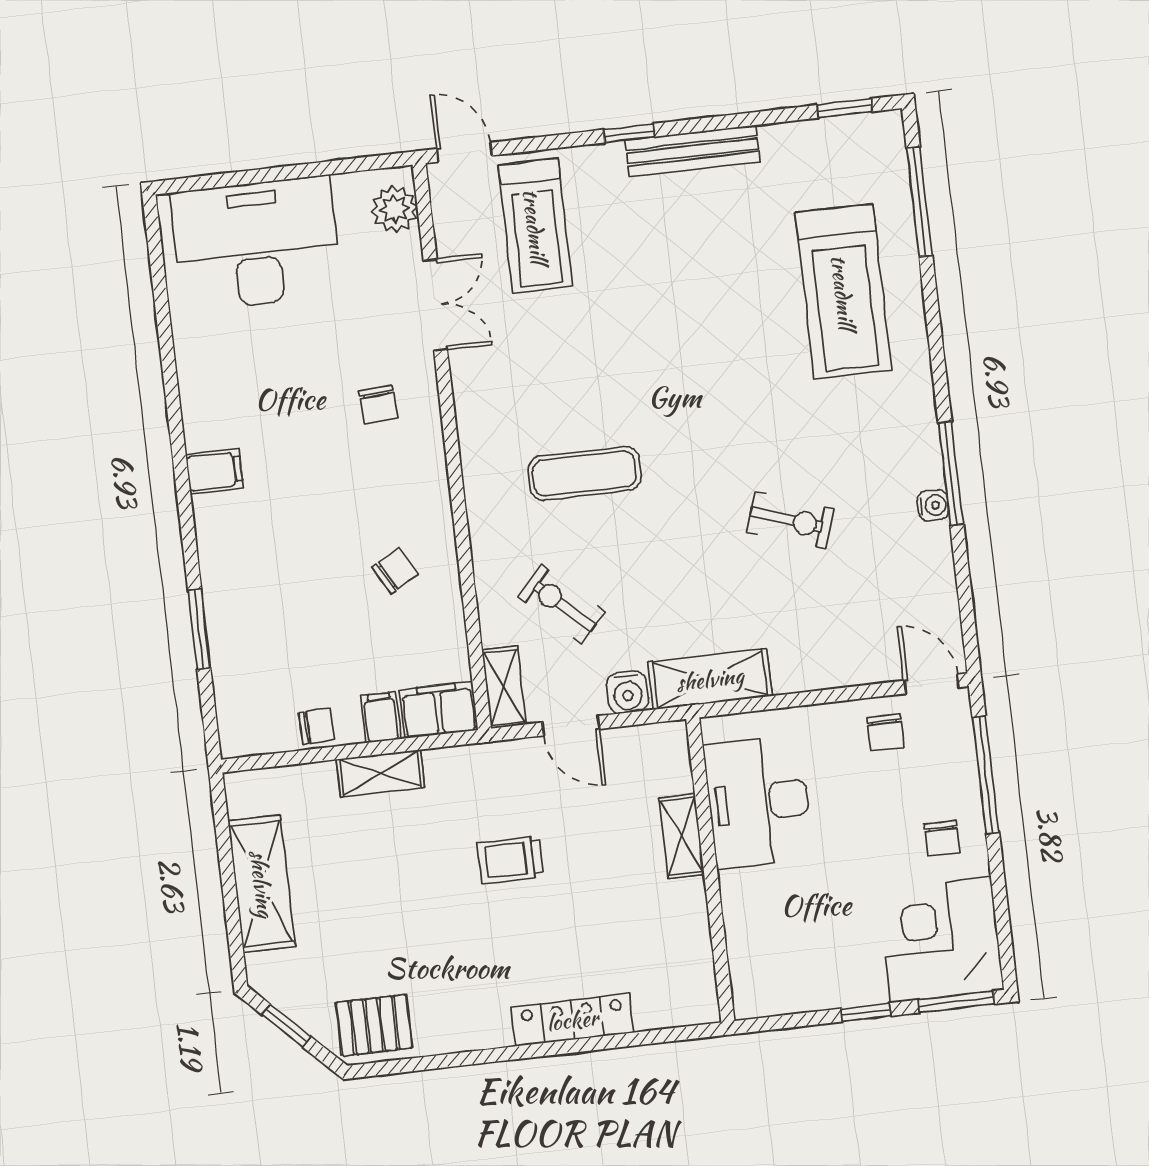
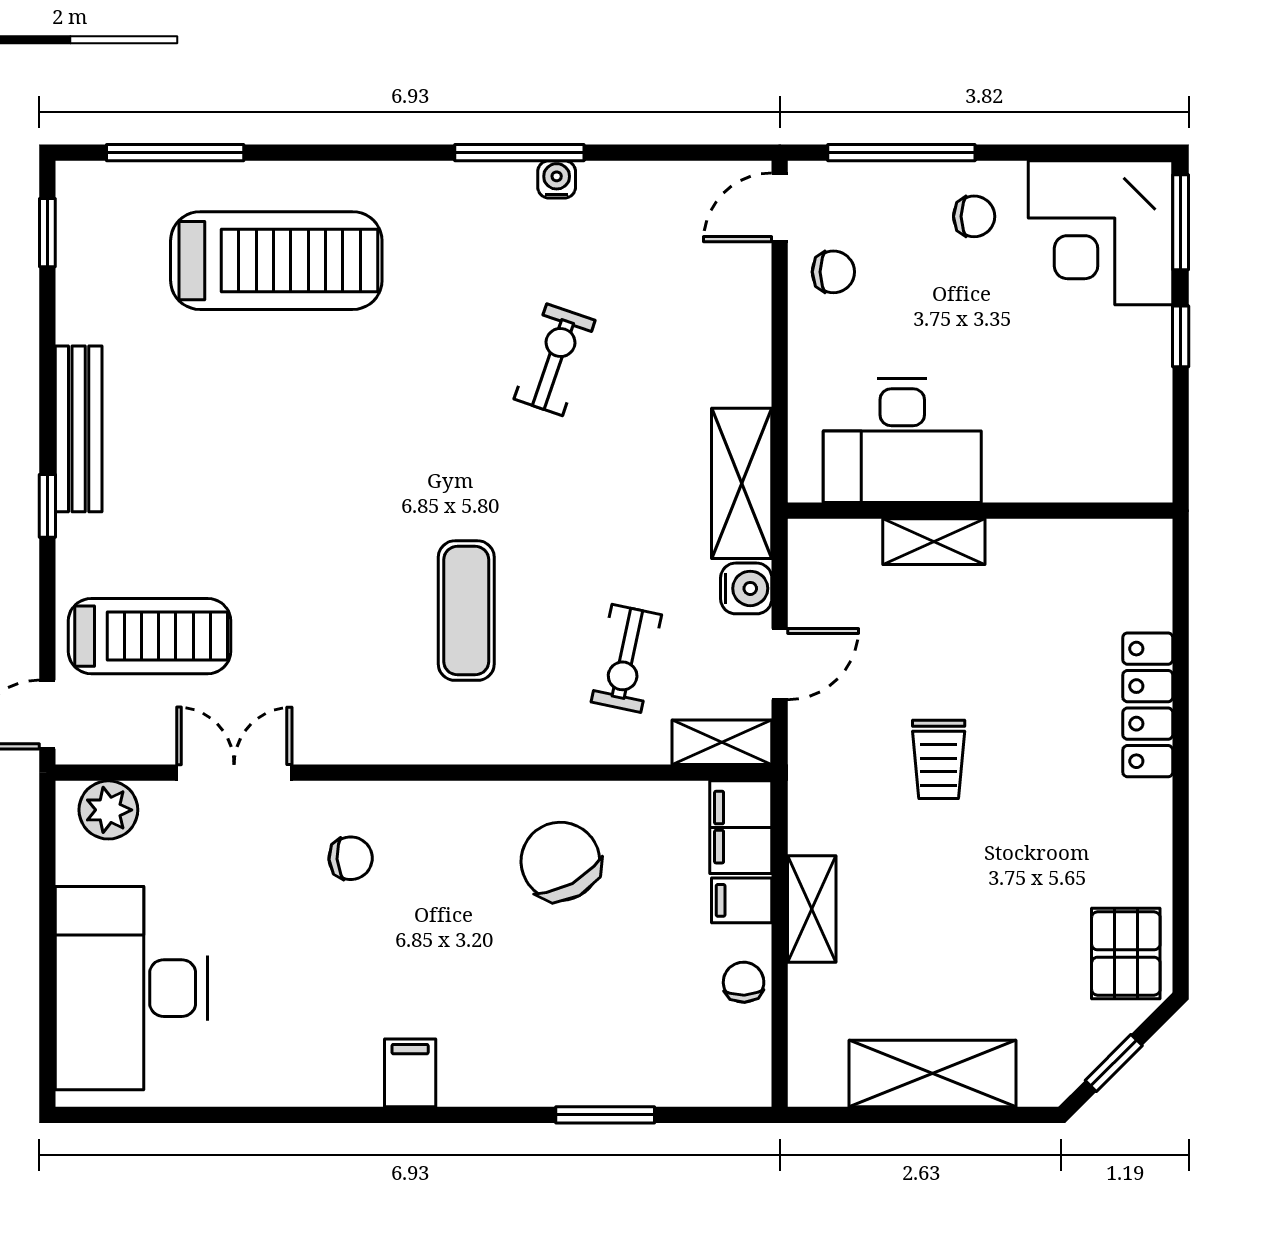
chair: (395, 571) -> (560, 861), width x1.87, depth x1.87
exercise bike: (561, 604) -> (626, 658), turned -31

